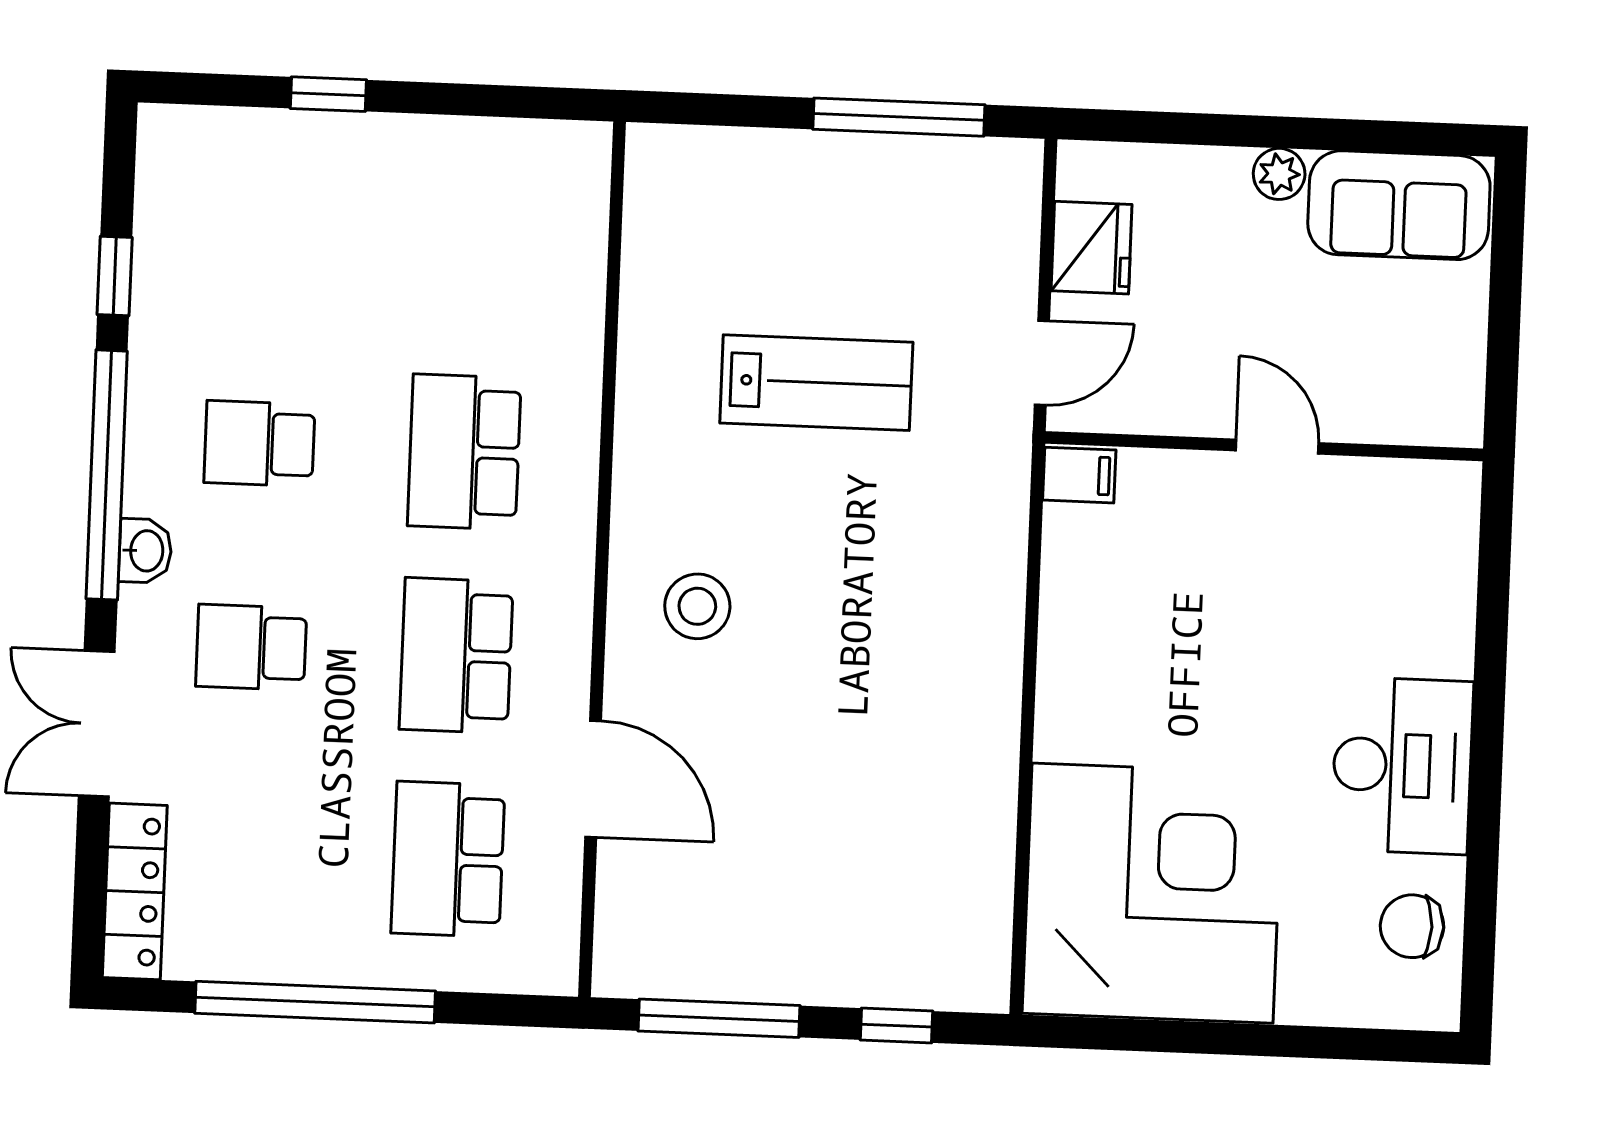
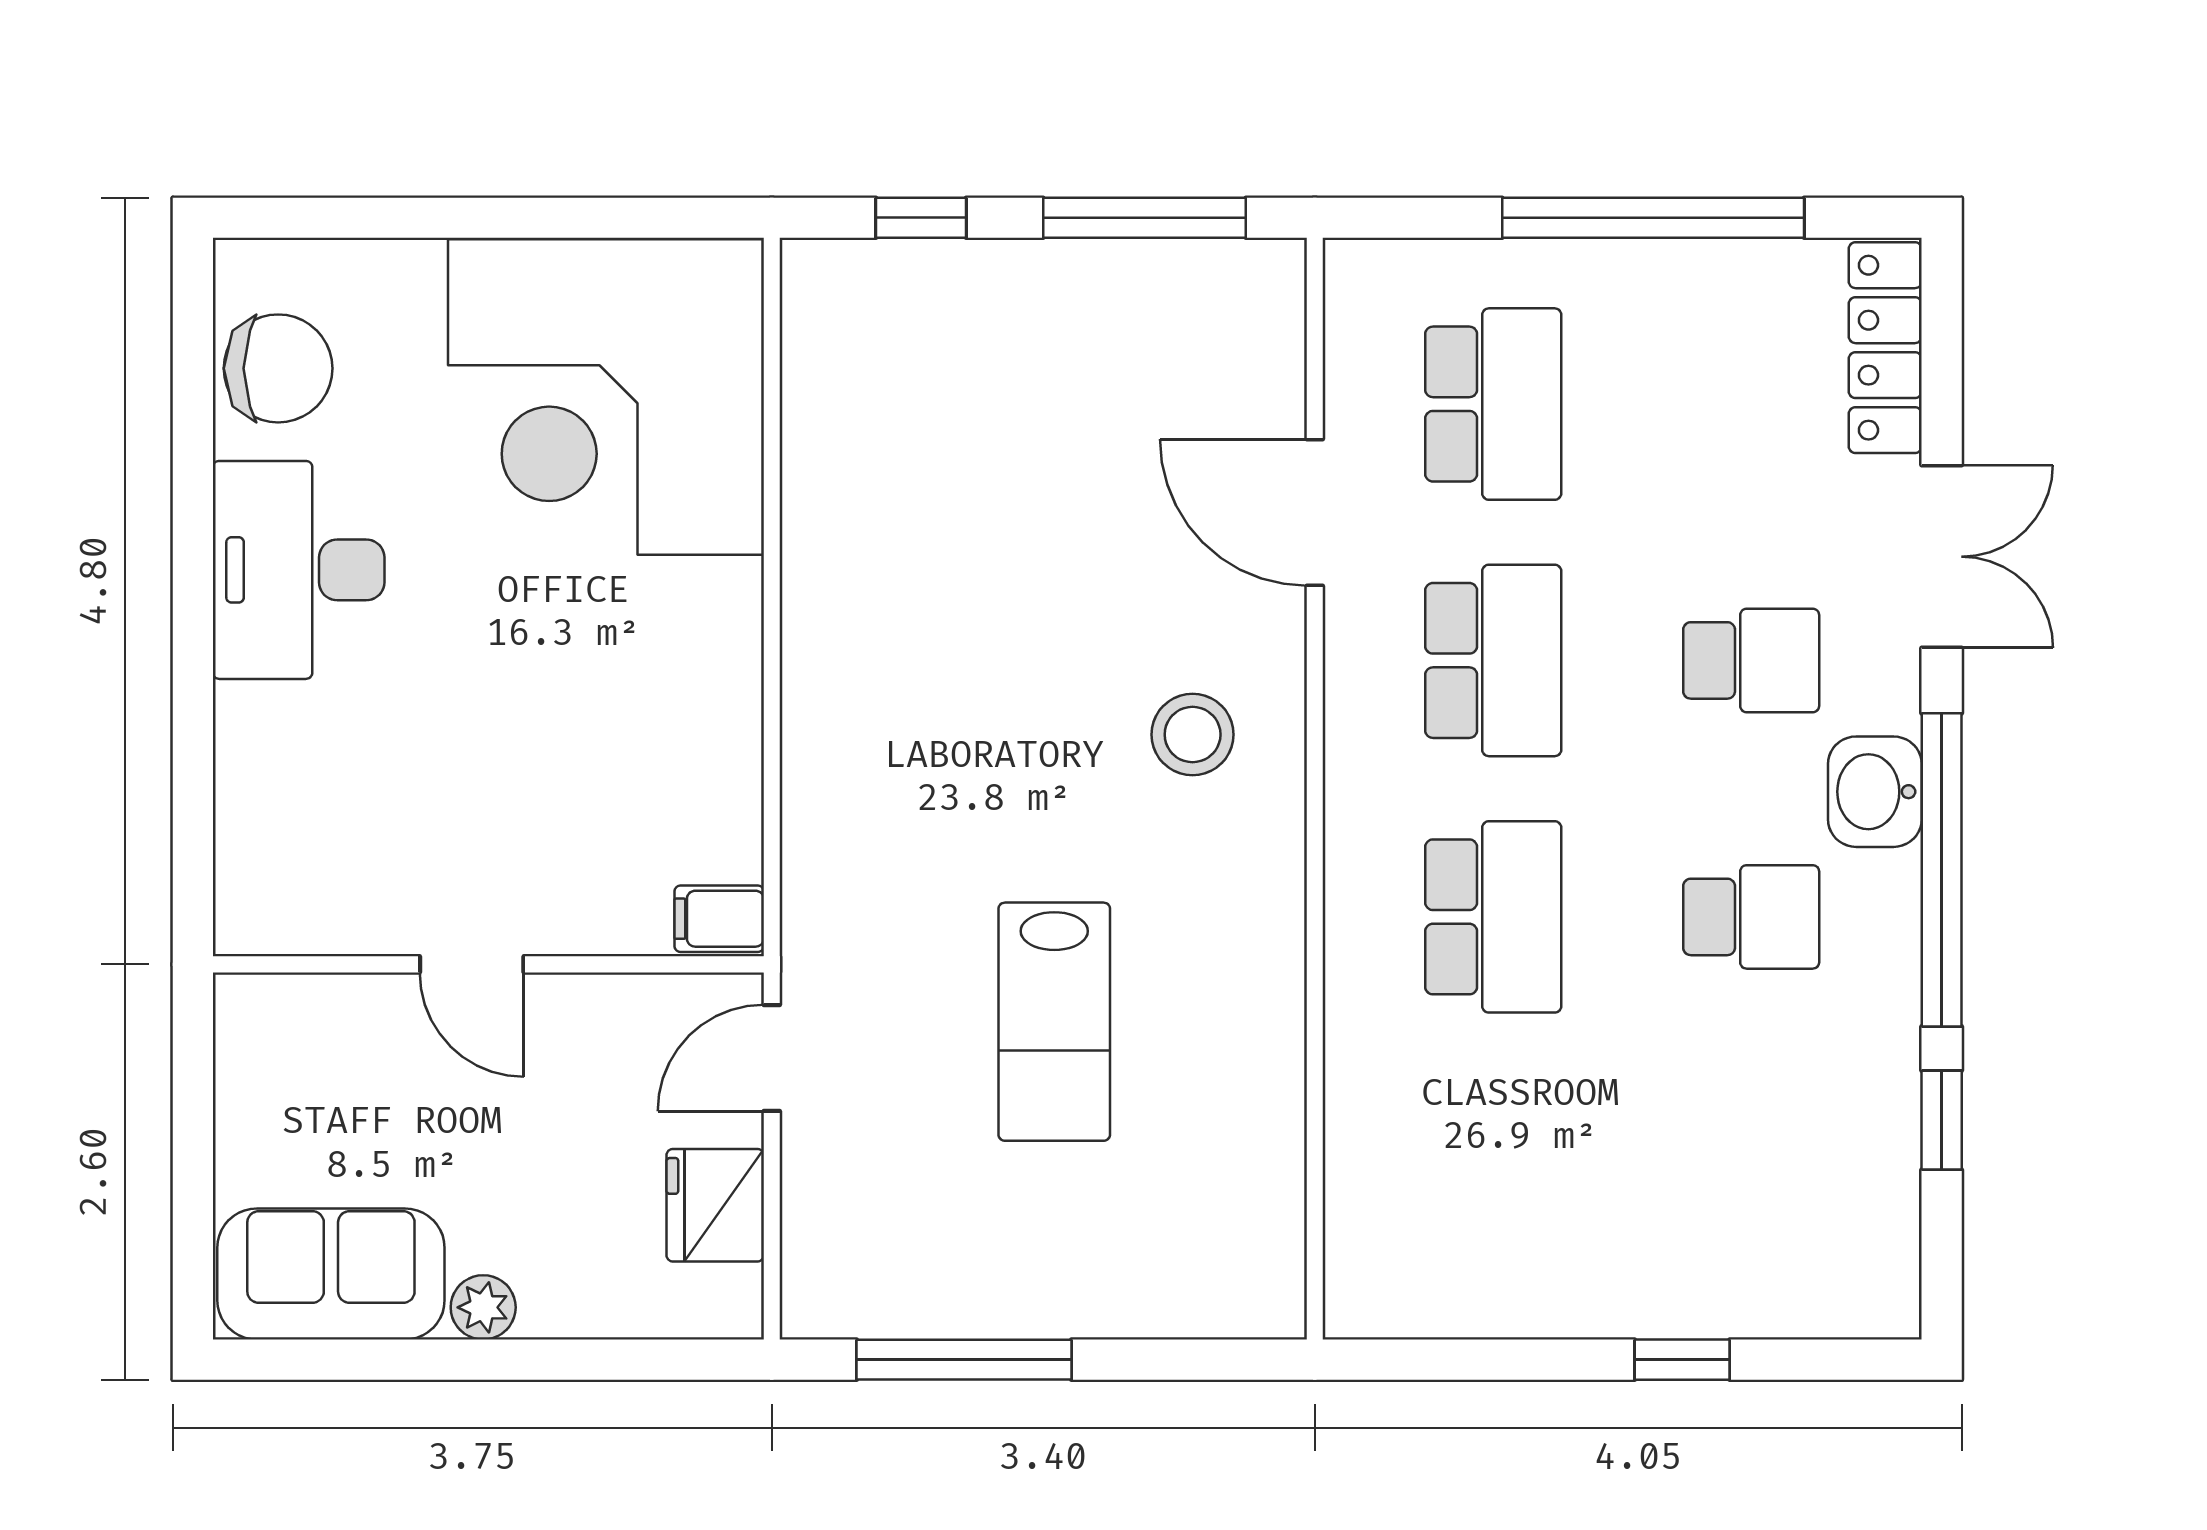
lab bench: (816, 383) -> (1054, 1022), turned -90
washbasin: (145, 551) -> (1875, 792), width x1.38, depth x1.45
chair: (1412, 926) -> (278, 368), width x1.37, depth x1.37

